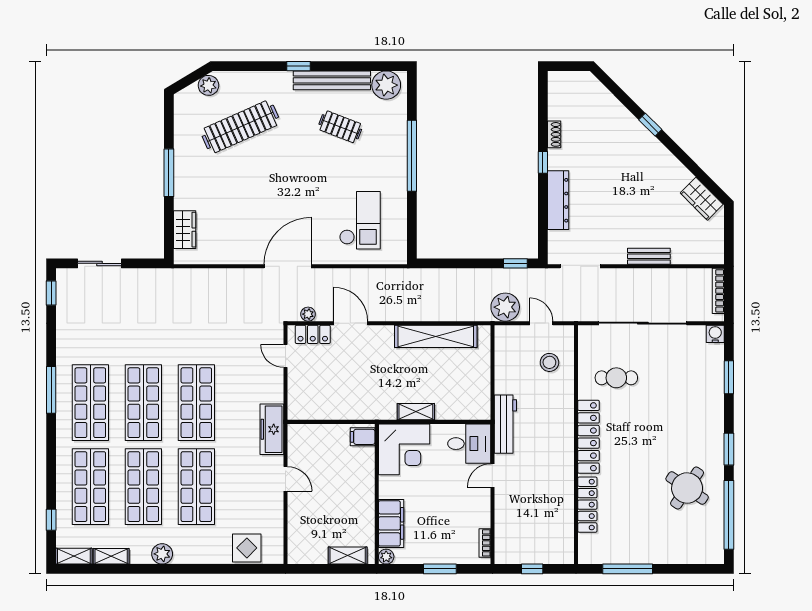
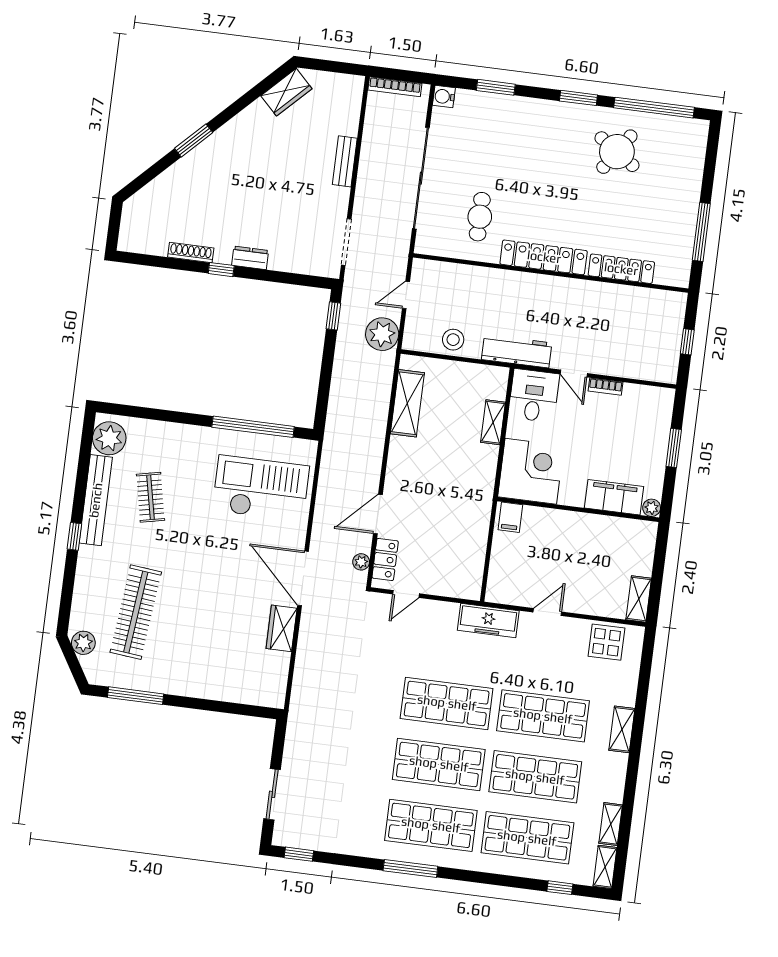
window: (650, 125) -> (194, 140), width x1.50
clothes rail: (240, 127) -> (136, 612), turned 30
clothes rail: (340, 127) -> (150, 497), turned -33
shoe rack: (554, 134) -> (191, 252), width x1.43
window: (412, 156) -> (253, 427), moved
window: (169, 173) -> (136, 696), moved
dresser: (558, 200) -> (250, 258), width x0.51, depth x0.80
checkout: (360, 220) -> (261, 488), width x1.36, depth x1.21
wardrobe: (185, 230) -> (282, 628), moved, turned -90
shelving: (436, 336) -> (407, 403), width x0.68
stool: (549, 362) -> (453, 340), moved
shelving: (416, 412) -> (493, 422), moved
bookcase: (485, 543) -> (606, 387), moved
display table: (247, 548) -> (606, 642), moved
plant: (162, 554) -> (615, 765), removed
shelving: (193, 556) -> (622, 729), added
shelving: (348, 556) -> (639, 599), moved

